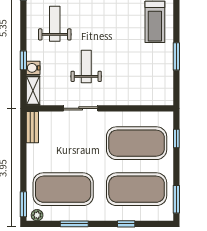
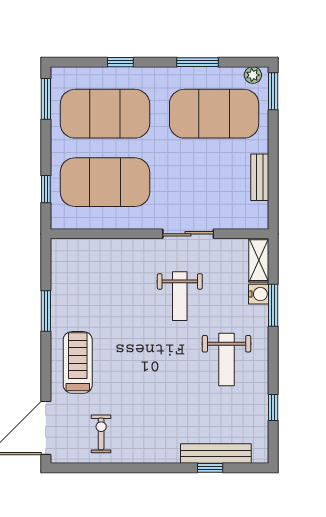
window: (23, 60) -> (273, 305), width x1.50
bench: (32, 127) -> (260, 177), moved

